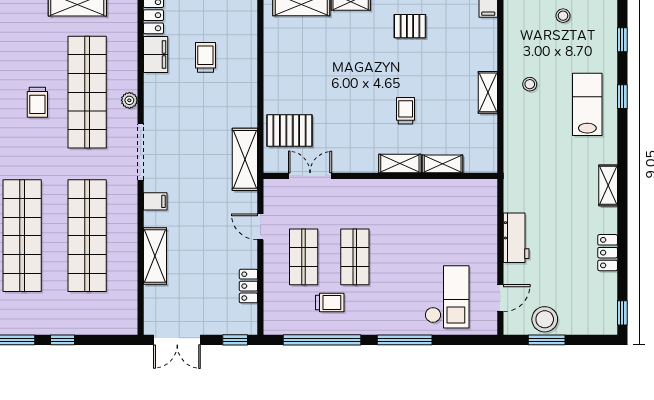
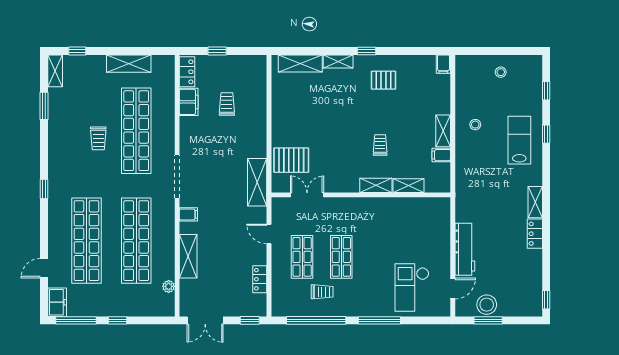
plant: (129, 100) -> (169, 286), moved
filing cabinet: (485, 124) -> (441, 155), added
workbench: (516, 238) -> (465, 249), width x1.38
locker: (608, 253) -> (535, 234), moved
checkout: (447, 297) -> (412, 287), turned 180

